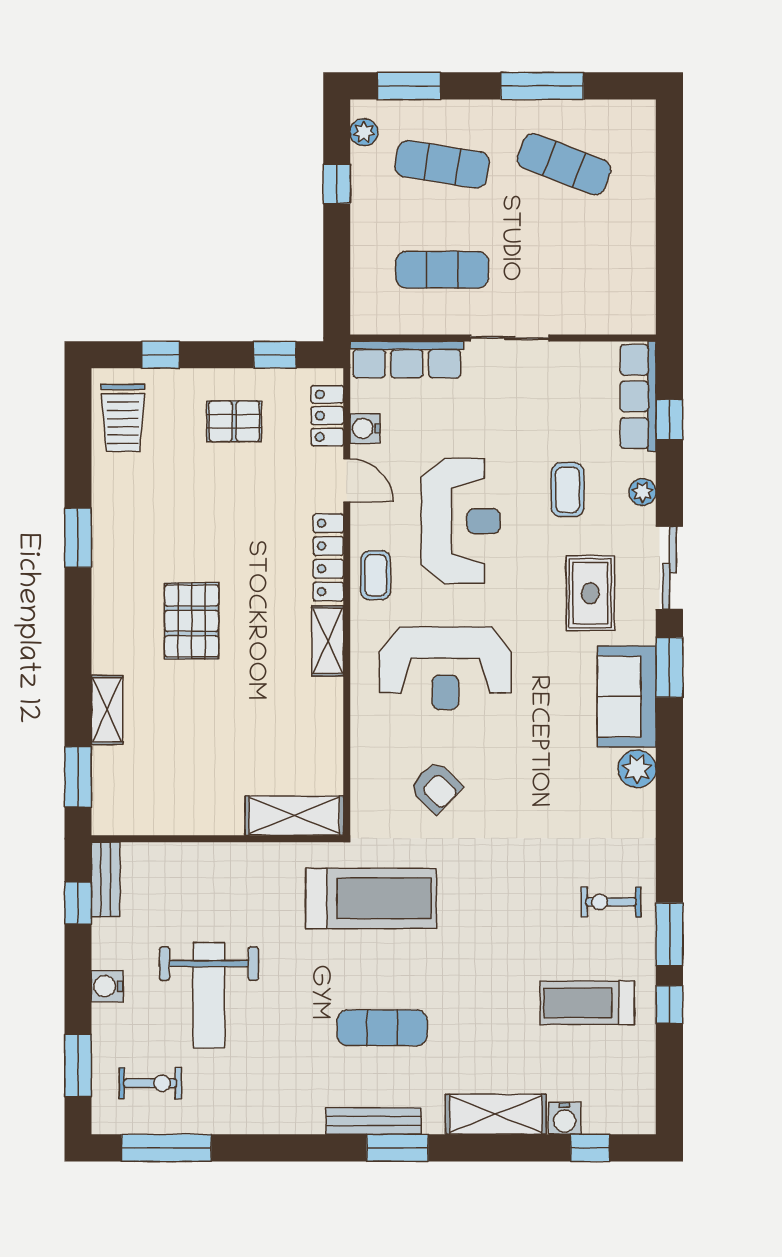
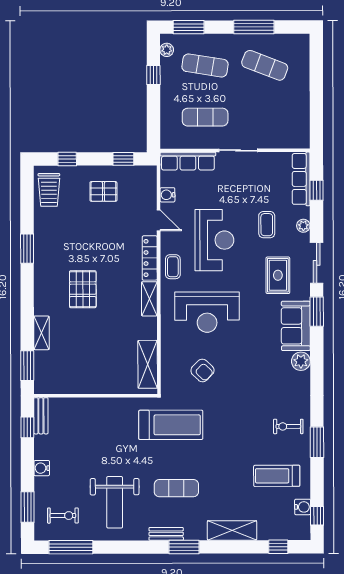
locker: (327, 416) -> (149, 189), removed
shelving: (294, 816) -> (148, 364), moved, turned 90
weight bench: (209, 995) -> (115, 502), moved
window: (669, 1005) -> (317, 516), moved
water cooler: (565, 1118) -> (303, 507), moved, turned -90
bench: (374, 1121) -> (166, 534), width x0.73

